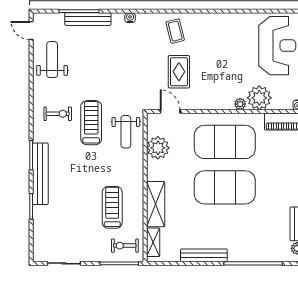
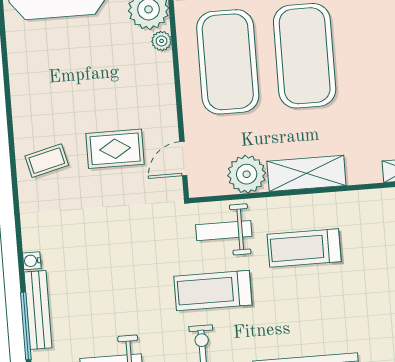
water cooler: (130, 18) -> (32, 261), moved
weight bench: (126, 132) -> (224, 231), turned 180
shelving: (156, 204) -> (306, 173), moved
treadmill: (112, 207) -> (304, 248), moved

